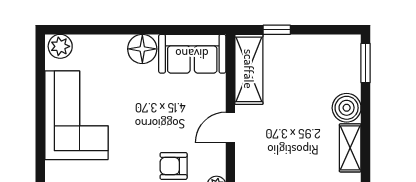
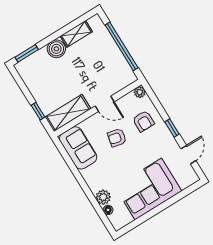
plant: (60, 46) -> (103, 197), moved
floor lamp: (142, 49) -> (108, 210), moved, width x0.53, depth x0.53
armchair: (173, 116) -> (117, 138), added

